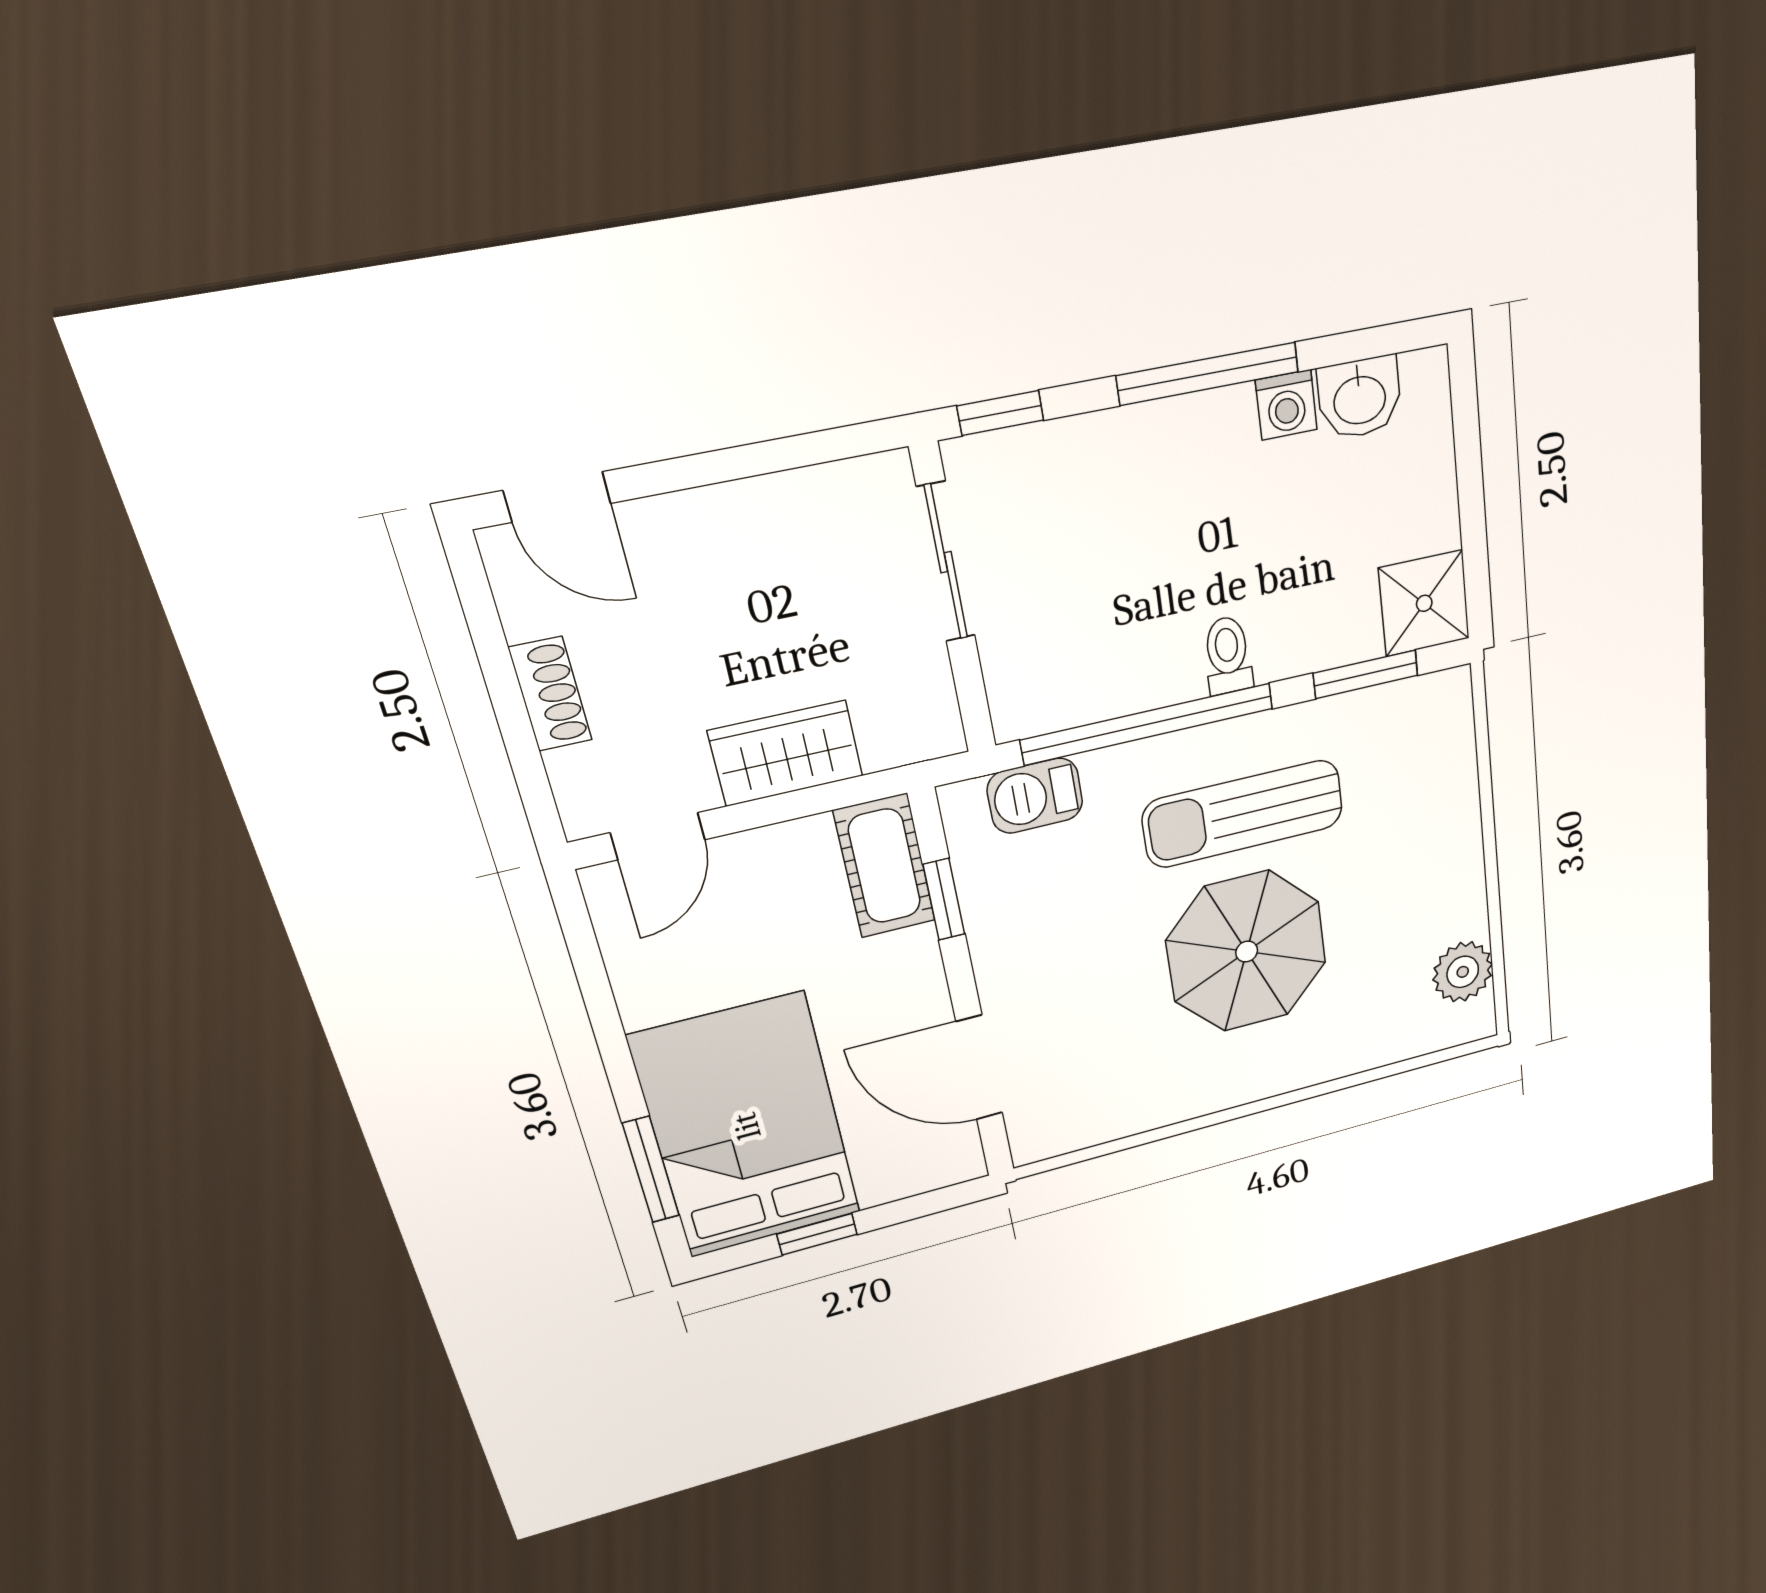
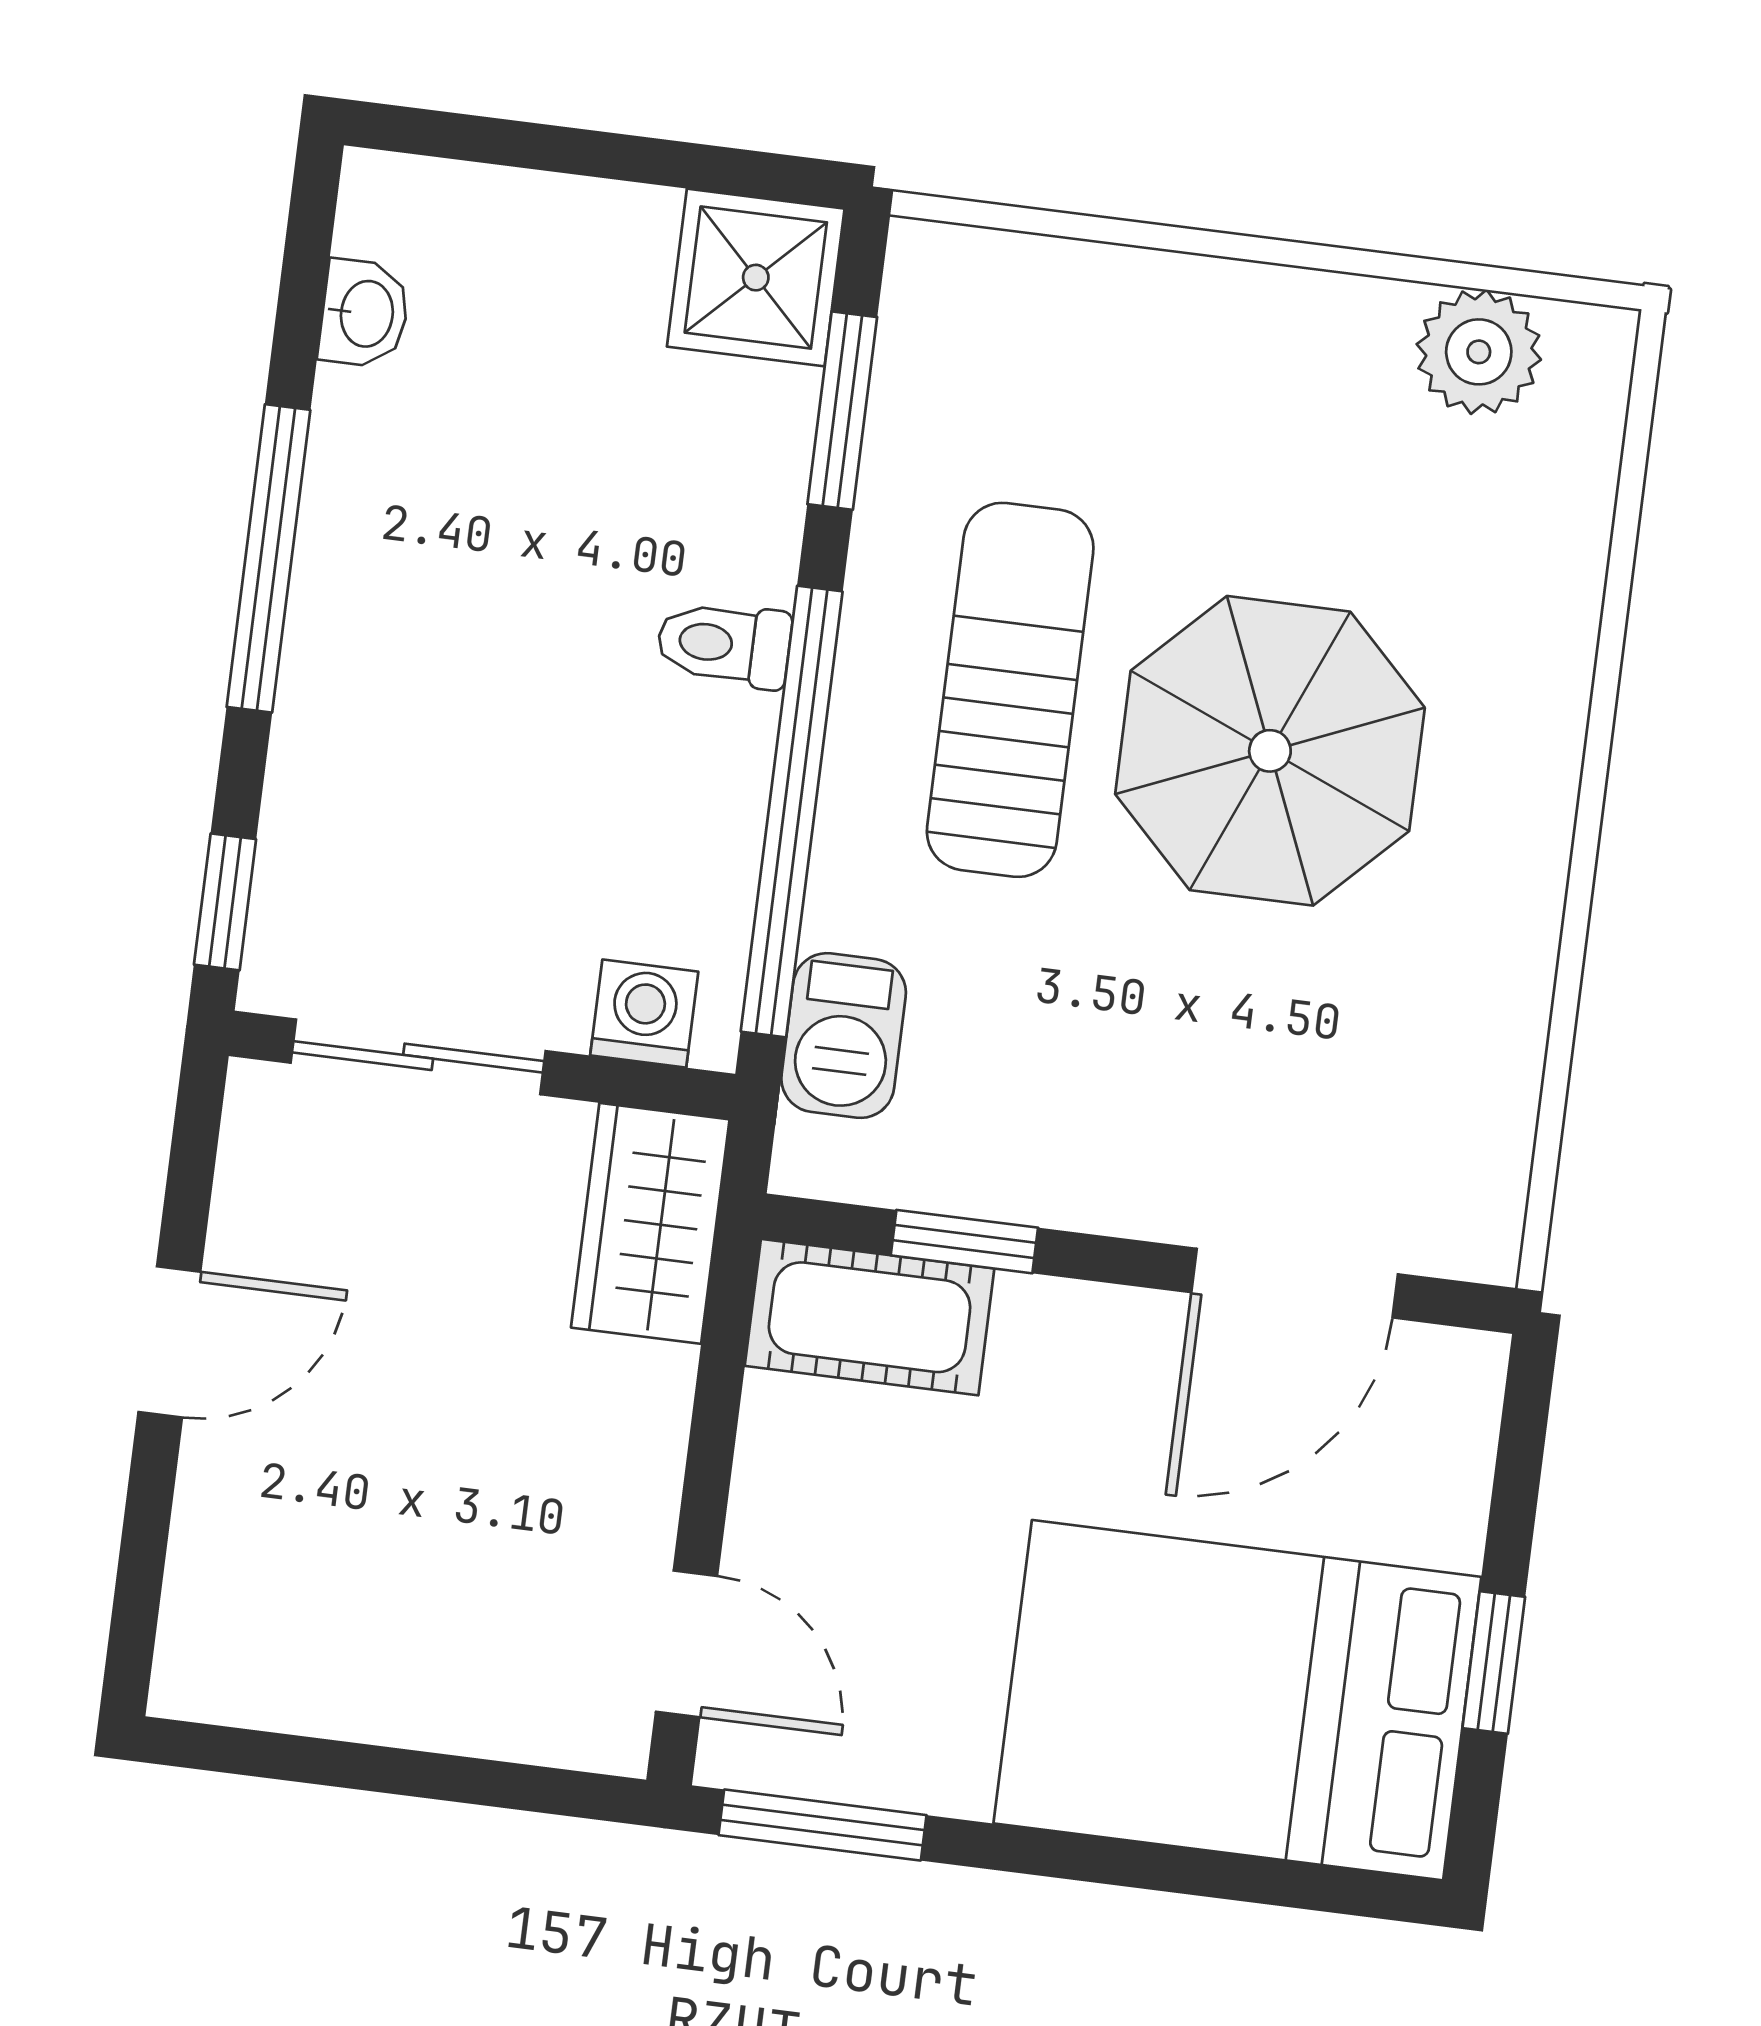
washbasin: (1360, 398) -> (364, 313), width x0.72, depth x0.69
washing machine: (1286, 405) -> (644, 1014), moved, turned -90
door: (557, 497) -> (169, 1342), moved
shoe rack: (550, 694) -> (413, 1709), removed
wardrobe: (786, 753) -> (650, 1223), moved
sun lounger: (1243, 814) -> (1010, 690), turned 180
window: (651, 1170) -> (823, 1825), moved

